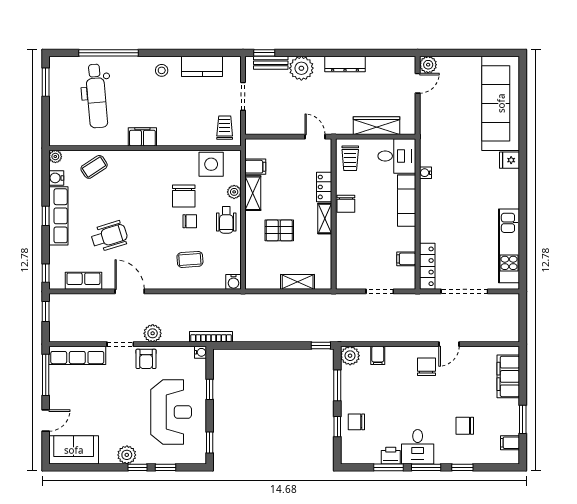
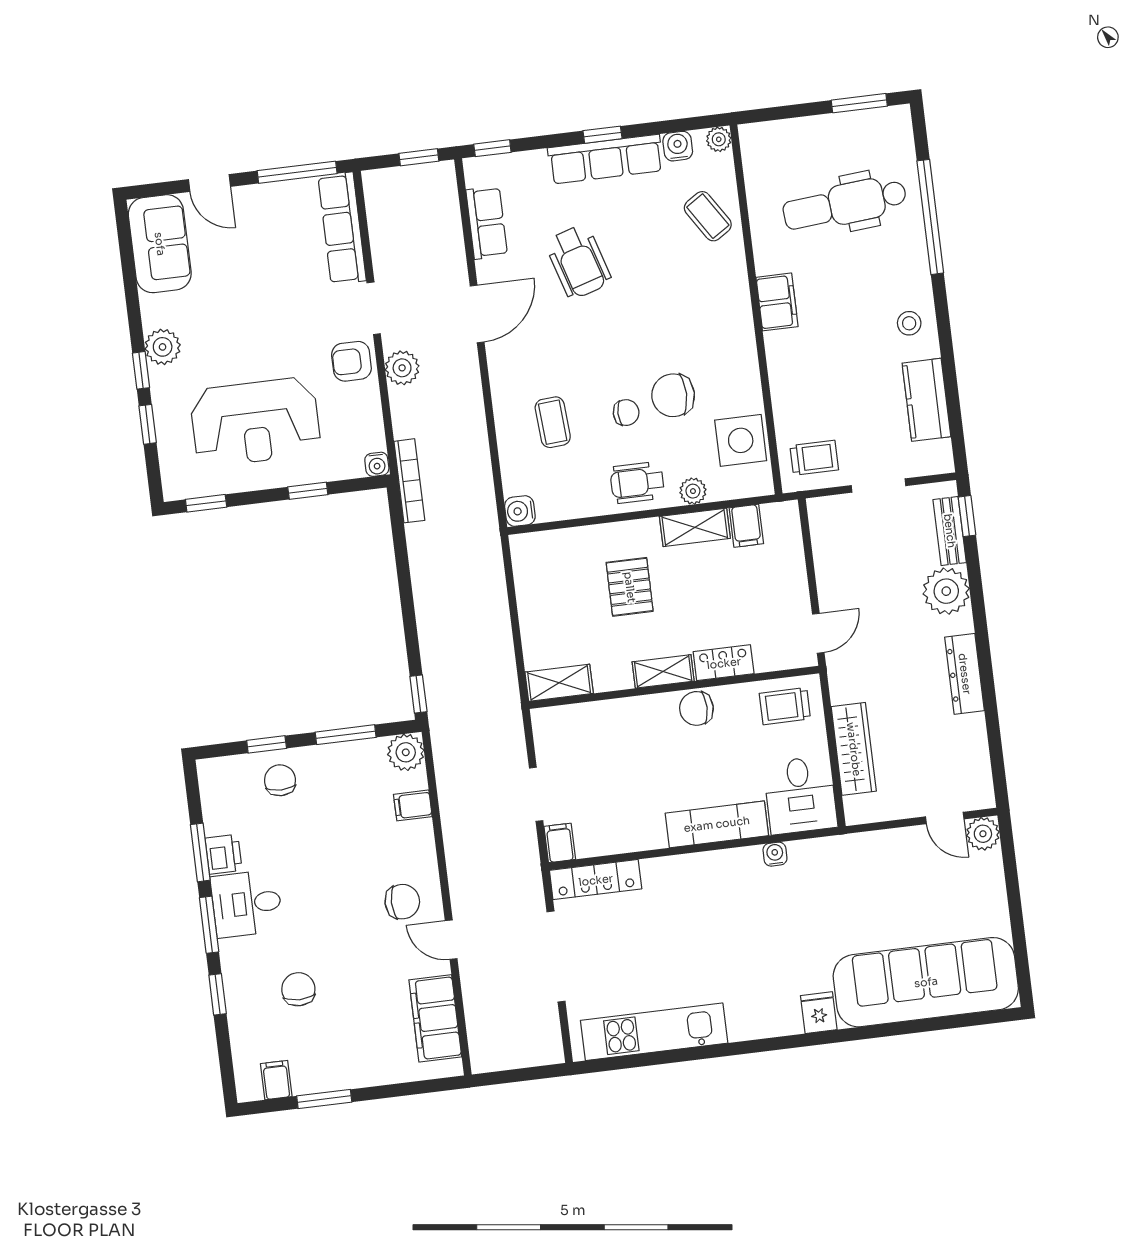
chair: (190, 221) -> (626, 413), turned -90
filing cabinet: (406, 259) -> (560, 843), moved
shelving: (298, 282) -> (559, 683), moved, turned 90
filing cabinet: (508, 376) -> (435, 1018), moved, turned -90

